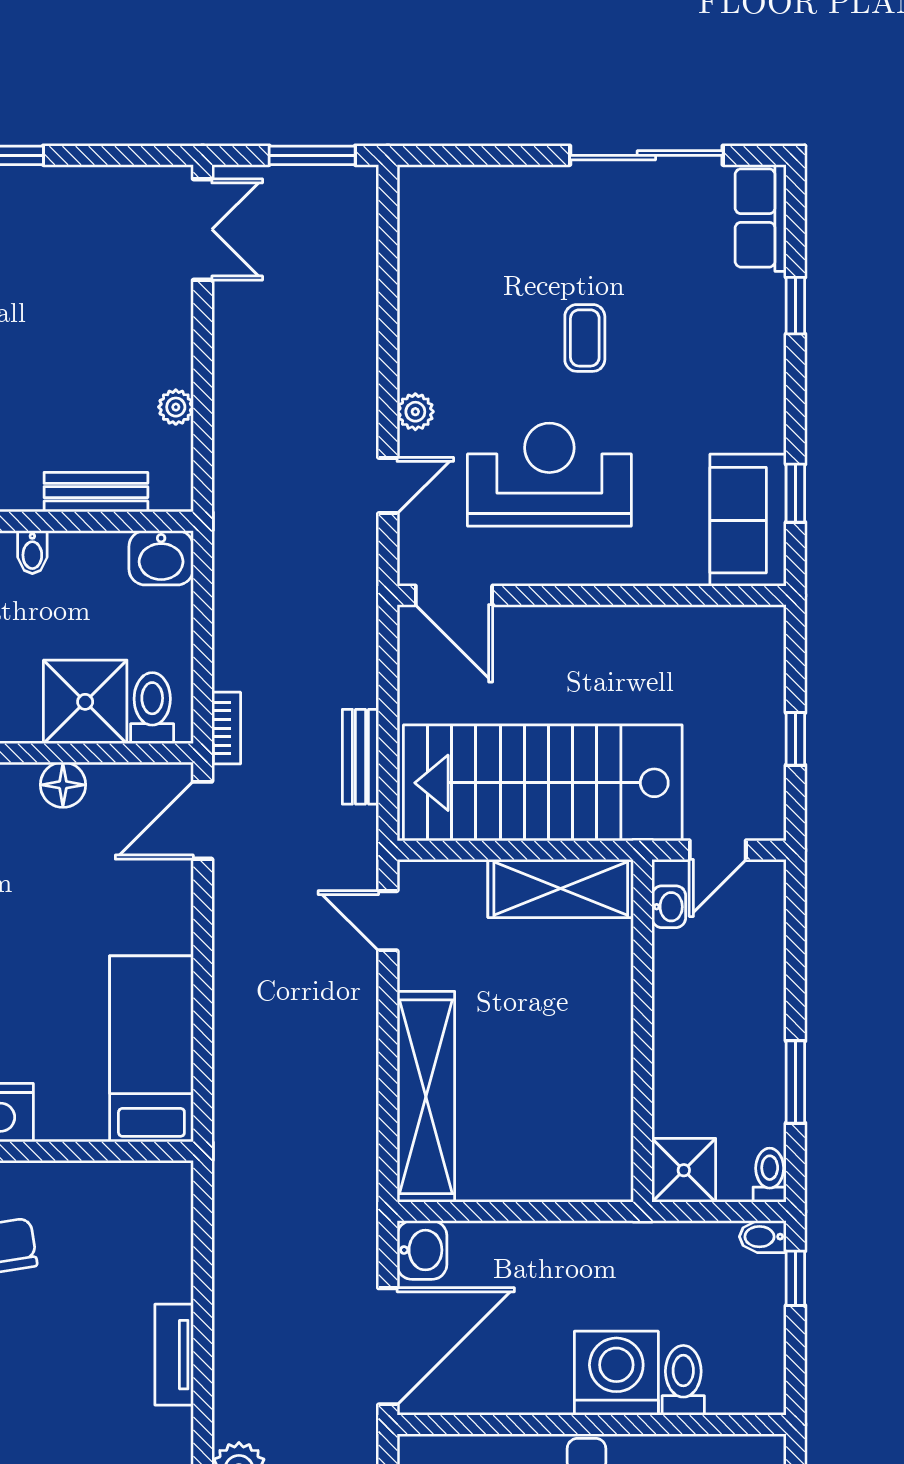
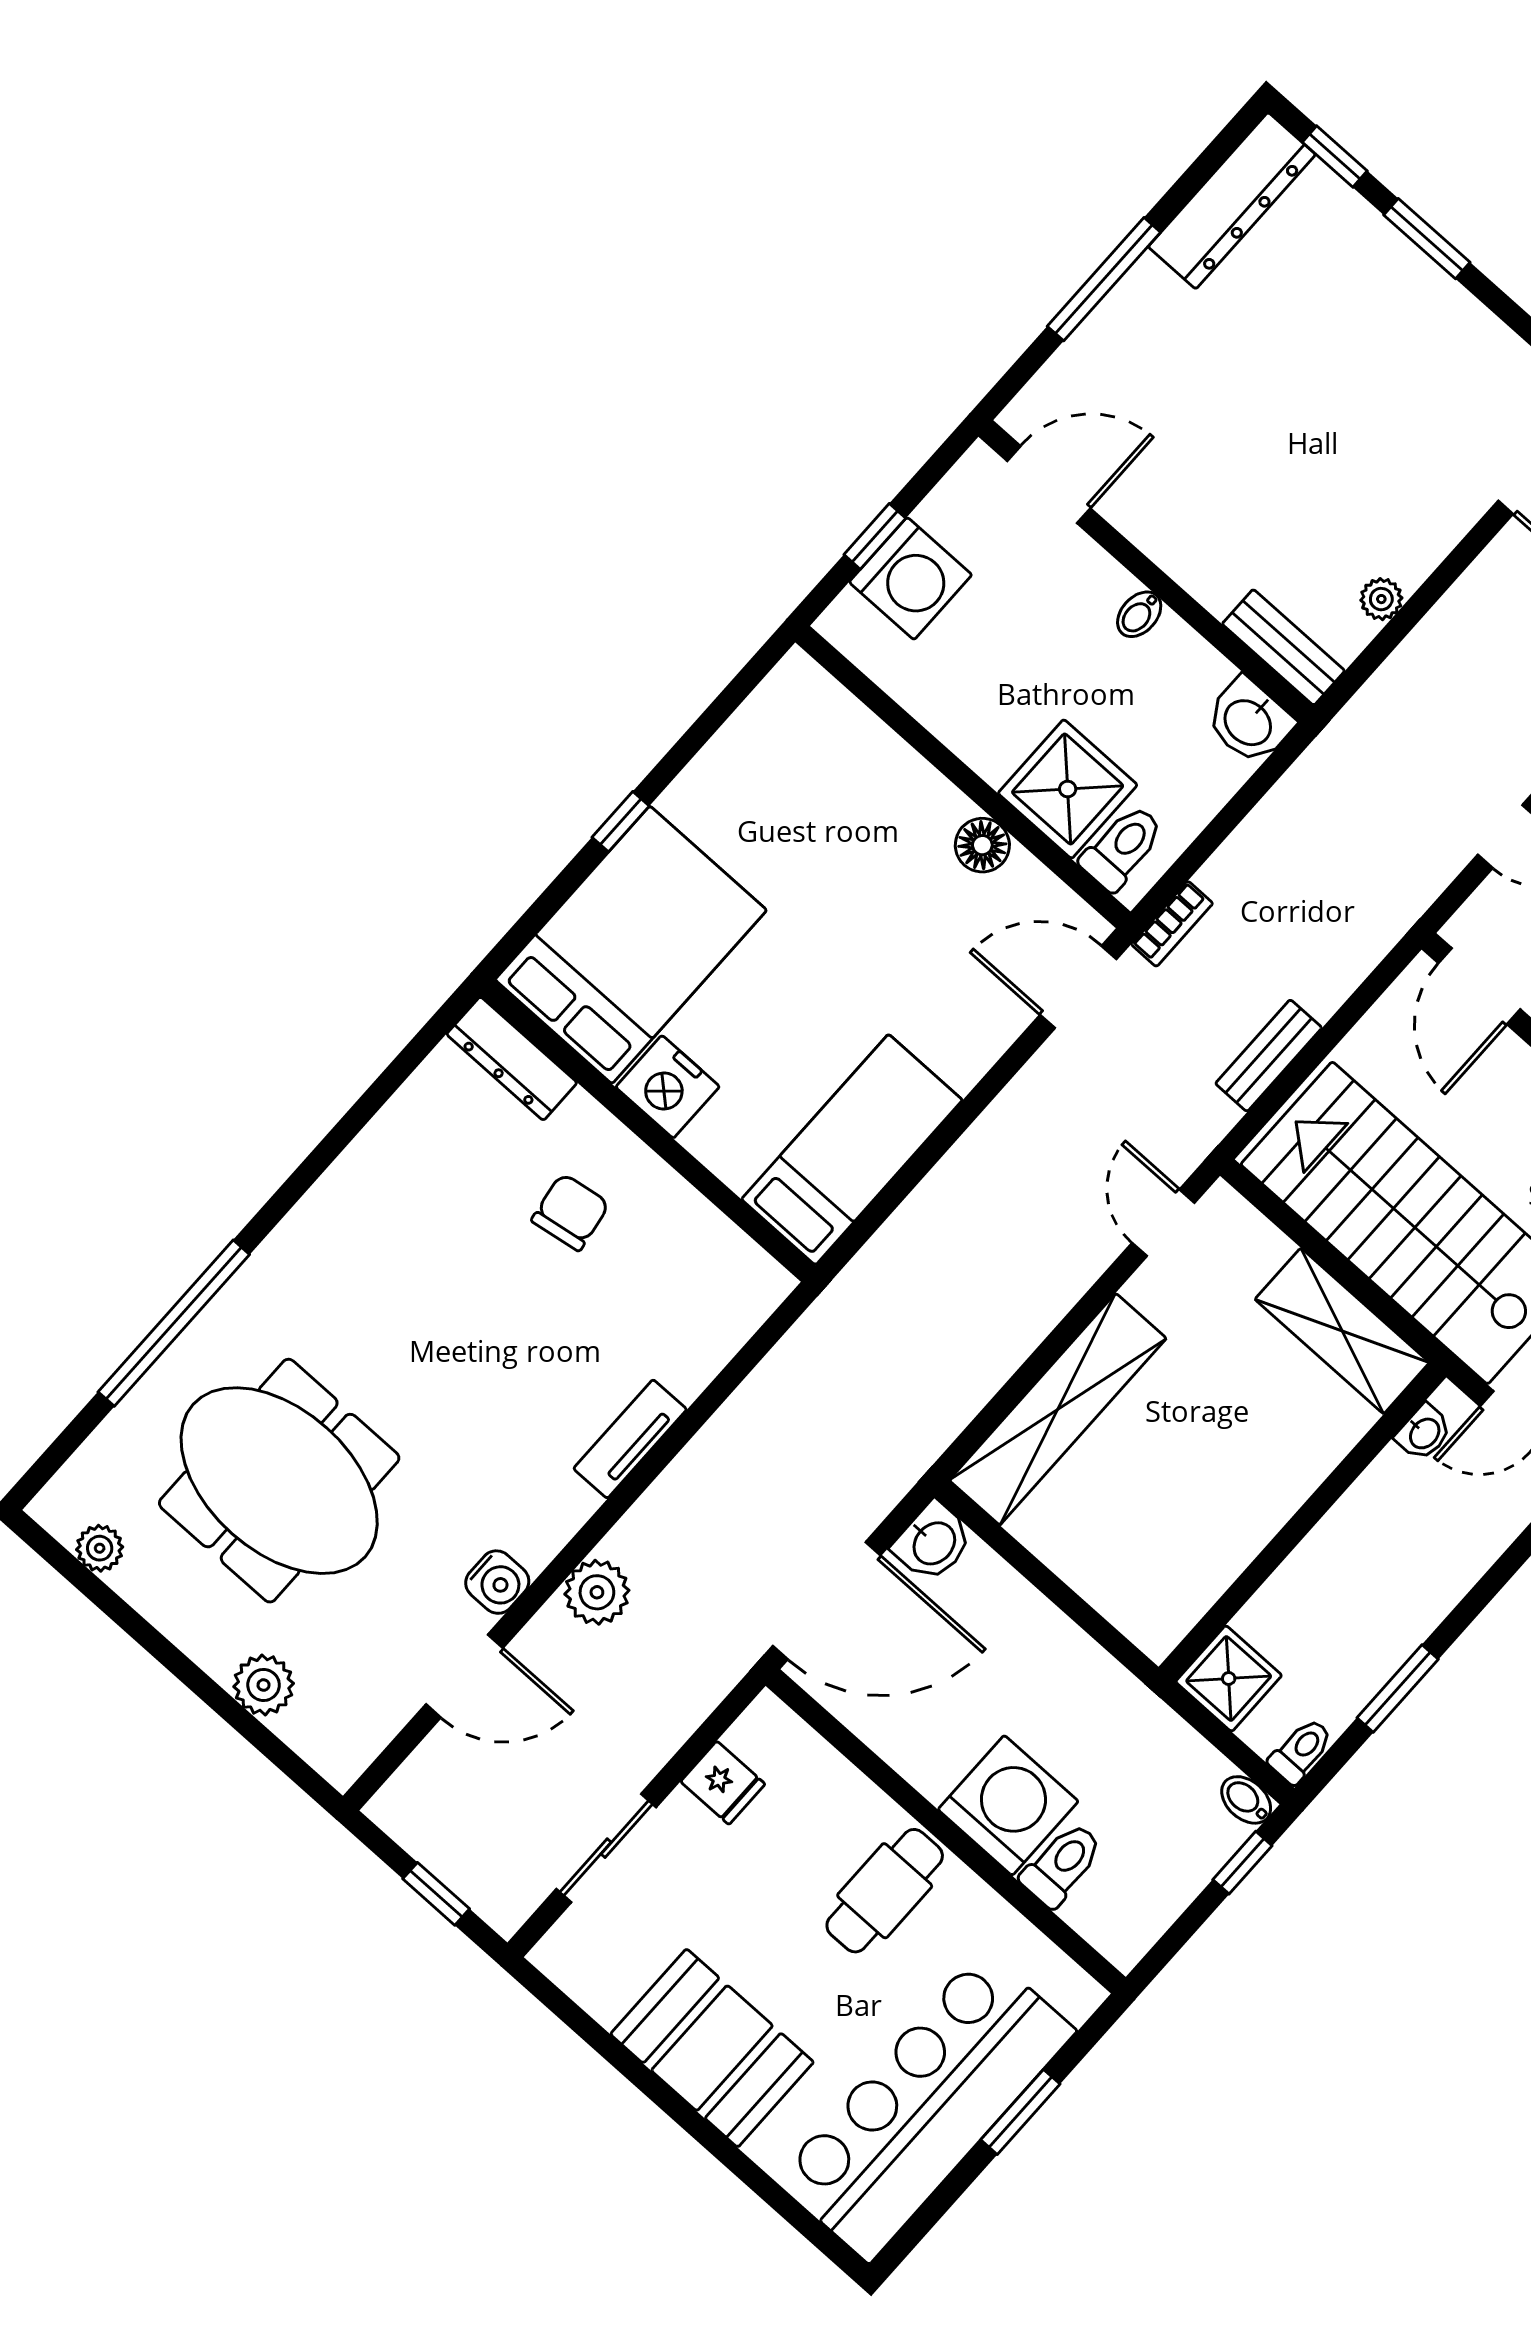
bench: (96, 492) -> (1283, 647), moved

